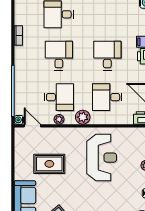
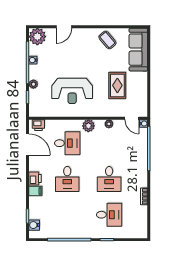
desk: (59, 97) -> (109, 143), removed
reception desk: (102, 158) -> (72, 91), turned -90
rug: (49, 164) -> (117, 85), turned 90

